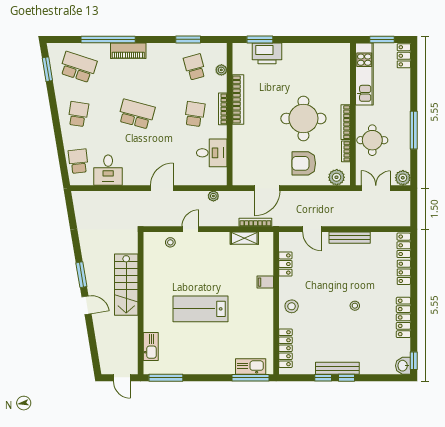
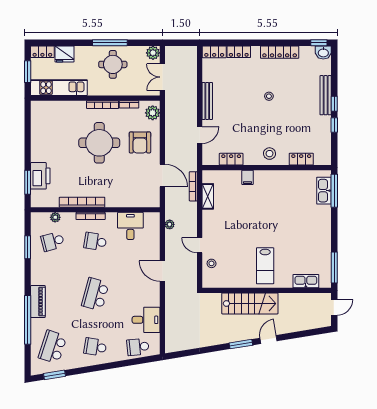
fridge: (401, 80) -> (64, 54), added
round table: (372, 140) -> (113, 64), moved
lab bench: (201, 309) -> (265, 266), moved, width x0.73, depth x0.72
locker: (285, 348) -> (301, 159), width x0.66
bench: (337, 368) -> (326, 95), moved

